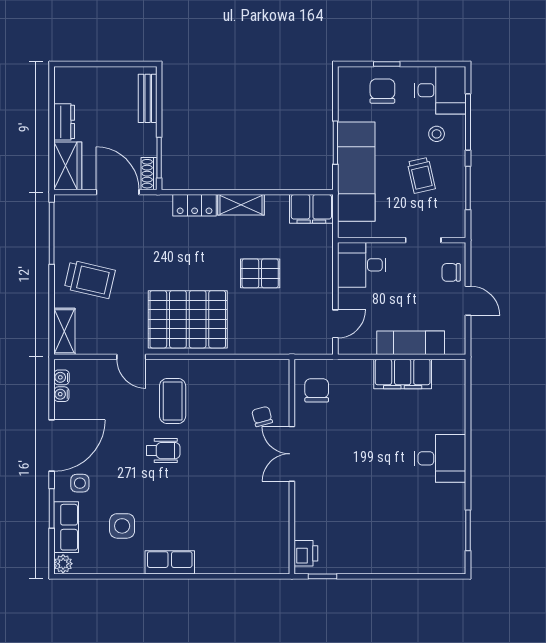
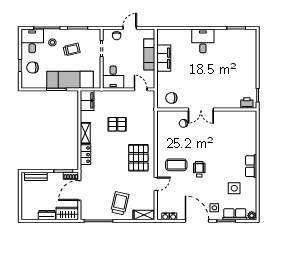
pallet: (260, 273) -> (117, 124), turned 90
pallet: (188, 319) -> (138, 158), width x0.73, depth x0.71

